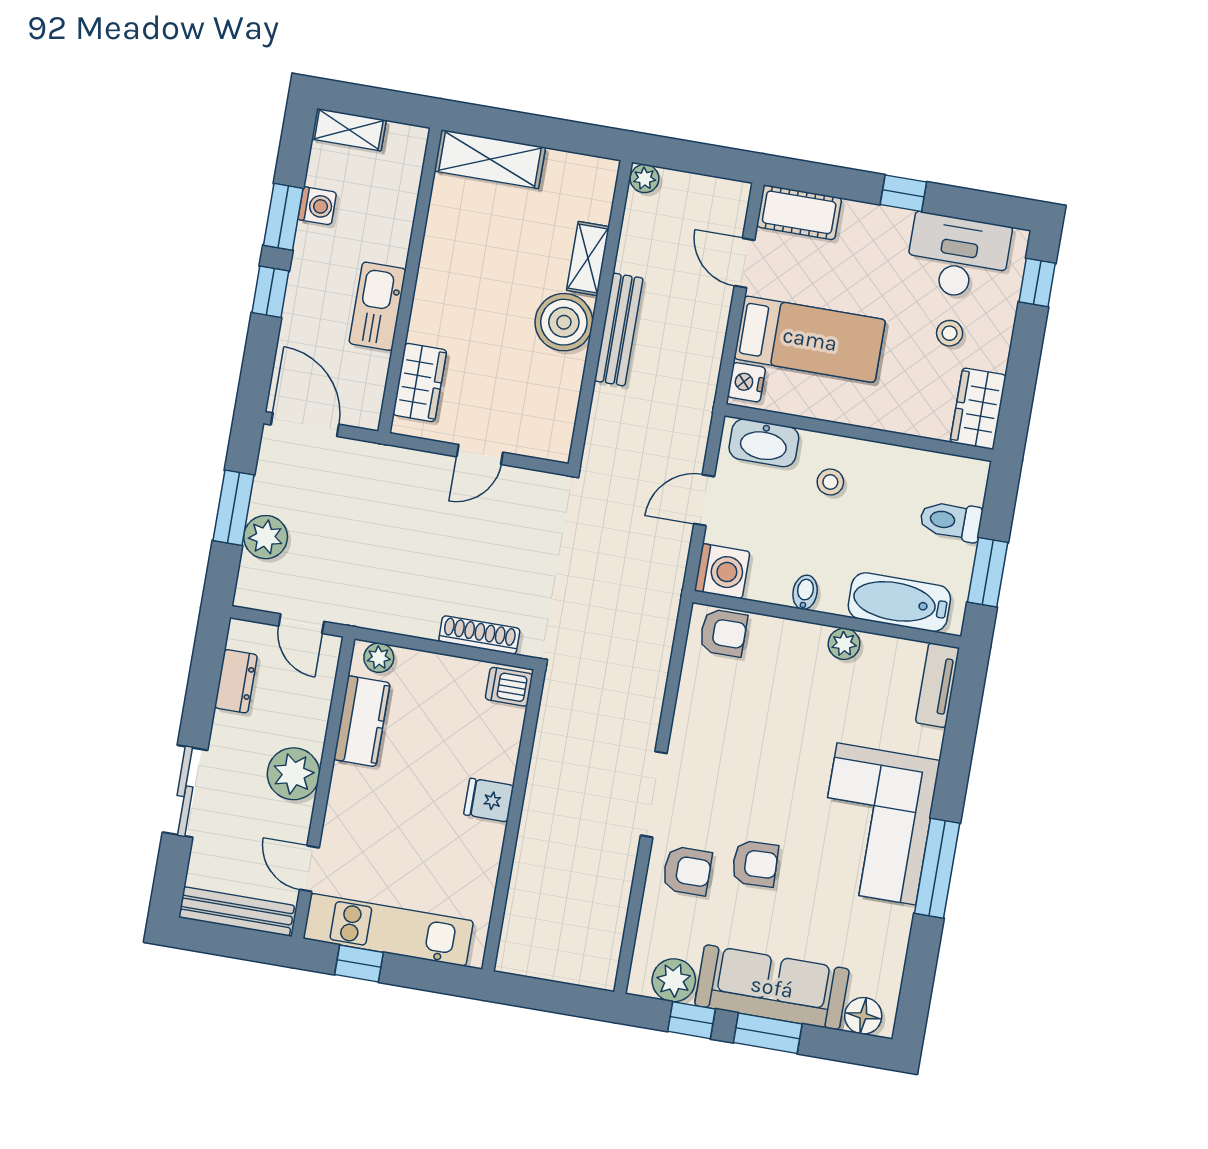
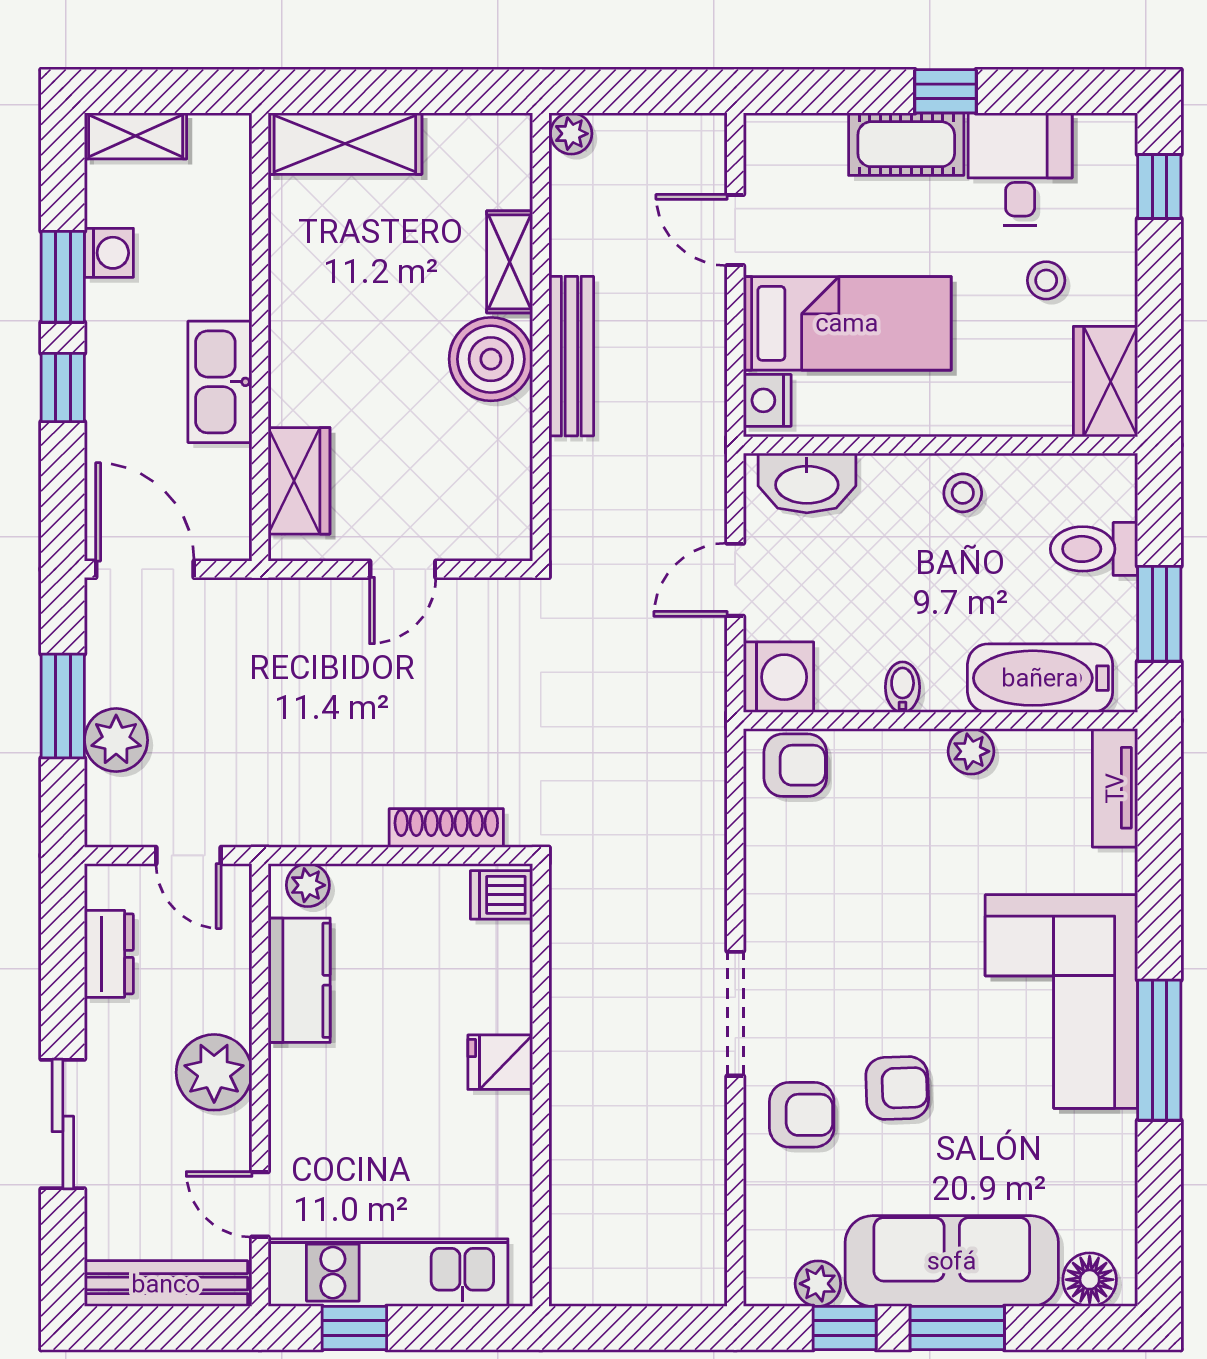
cot: (799, 212) -> (906, 144), moved
desk: (958, 257) -> (1020, 169), width x0.73
stool: (830, 482) -> (963, 493), moved
plant: (674, 980) -> (818, 1284), width x0.73, depth x0.73

